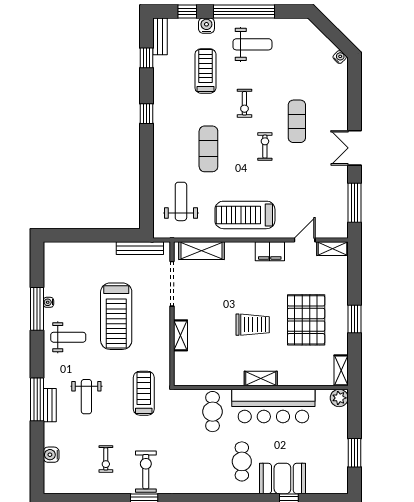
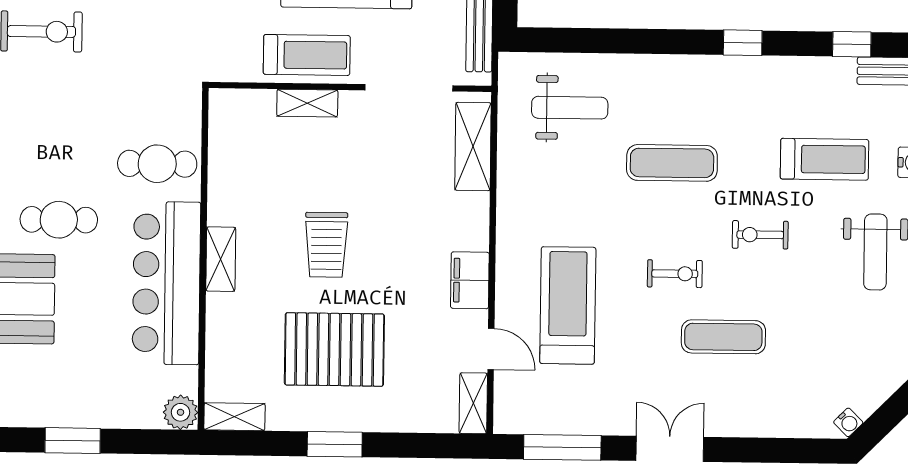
treadmill: (245, 215) -> (568, 305), moved
treadmill: (144, 393) -> (307, 55), moved

